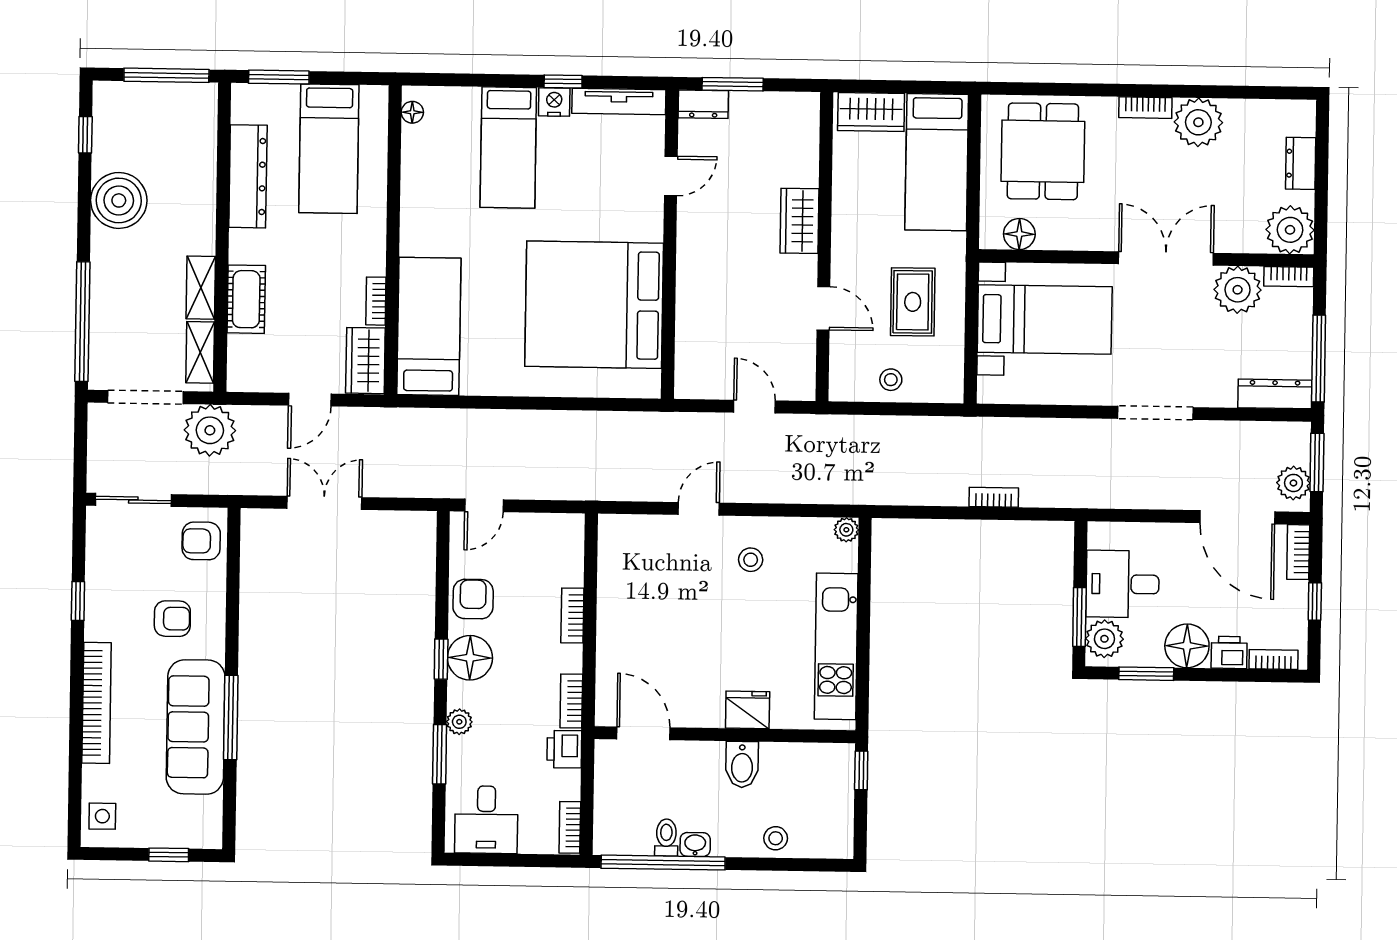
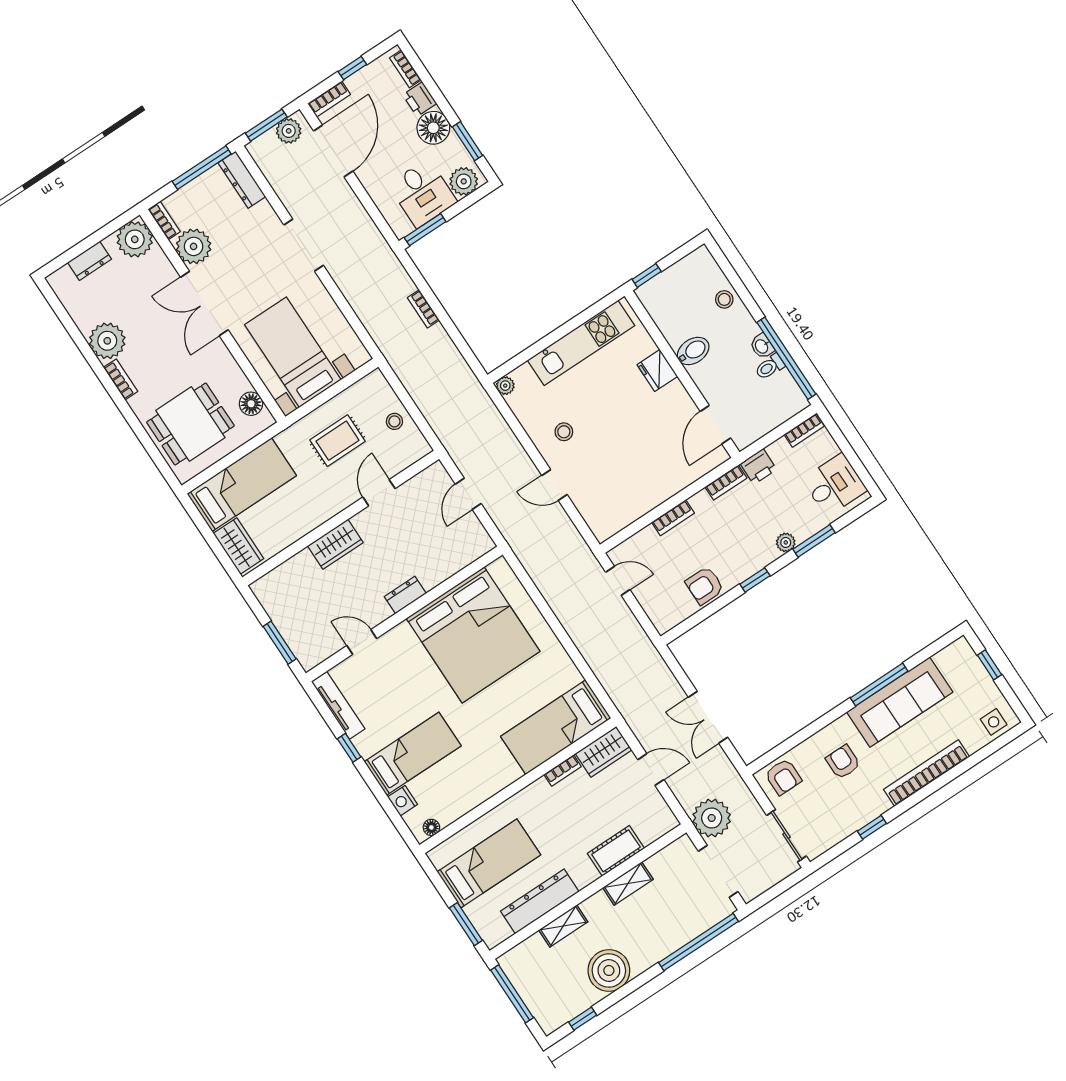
nightstand: (554, 102) -> (403, 801), moved
dresser: (703, 104) -> (405, 595), moved, turned -90
shelving: (200, 352) -> (563, 926), moved
door: (484, 505) -> (618, 581), moved
window: (1079, 617) -> (425, 230), moved
floor lamp: (470, 658) -> (742, 563), removed

